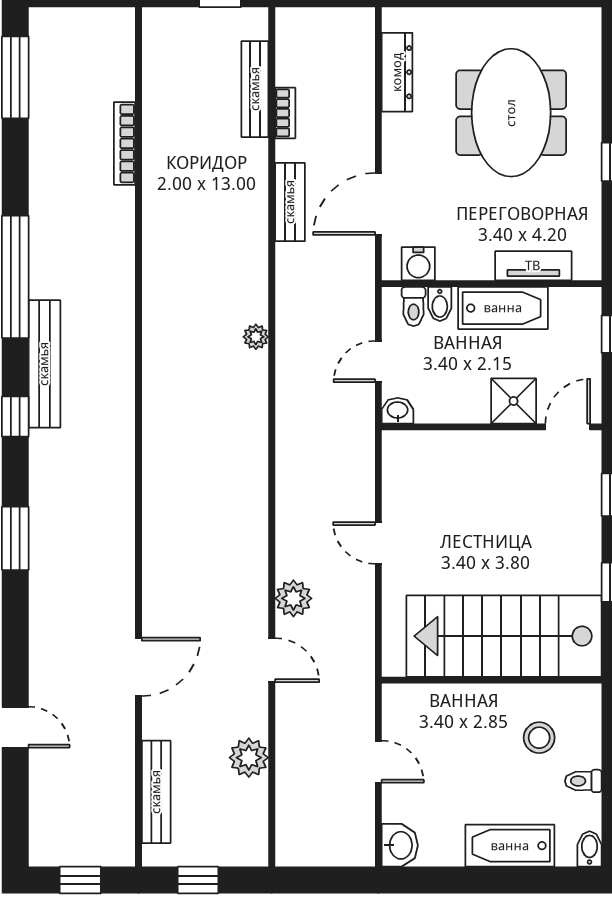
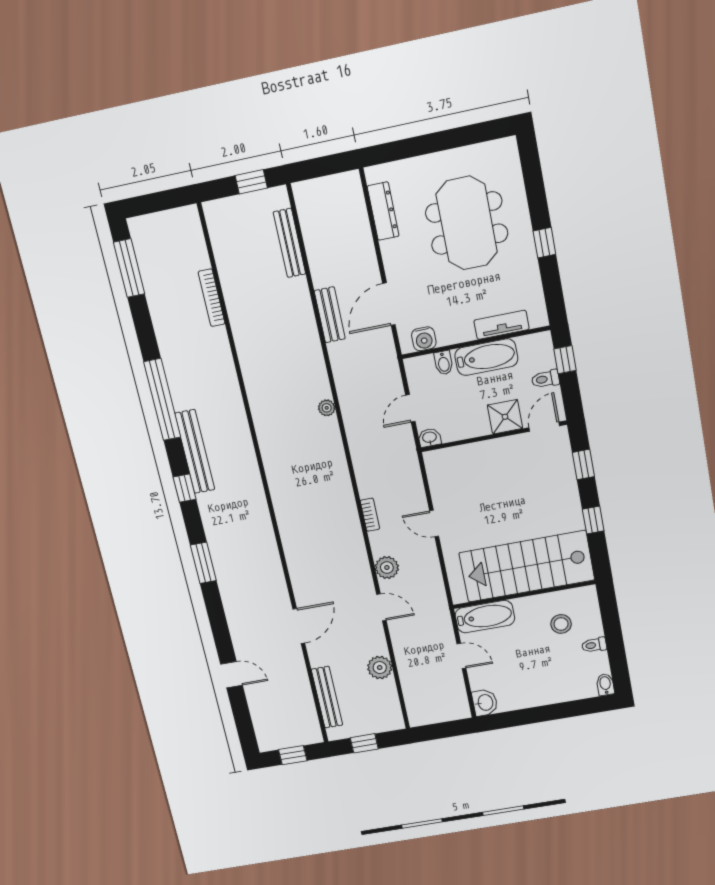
bookcase: (285, 113) -> (370, 515), moved
toilet: (414, 307) -> (545, 379), moved, turned 90
bathtub: (510, 846) -> (485, 617), moved, turned 180

